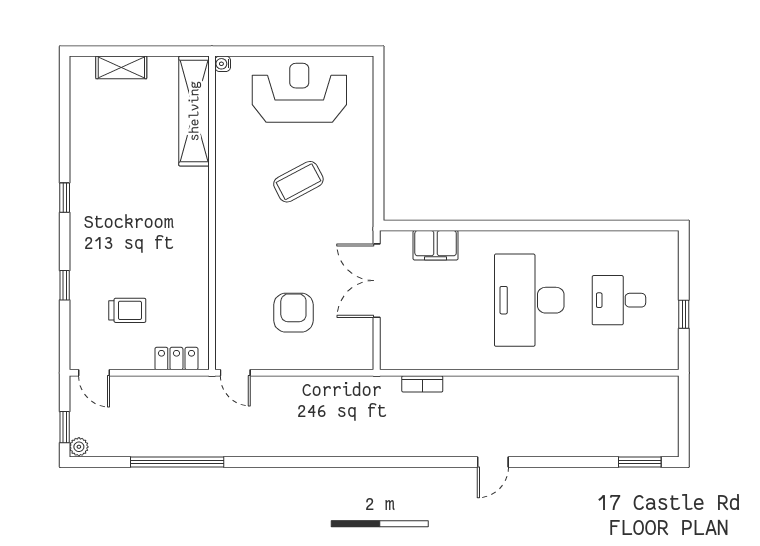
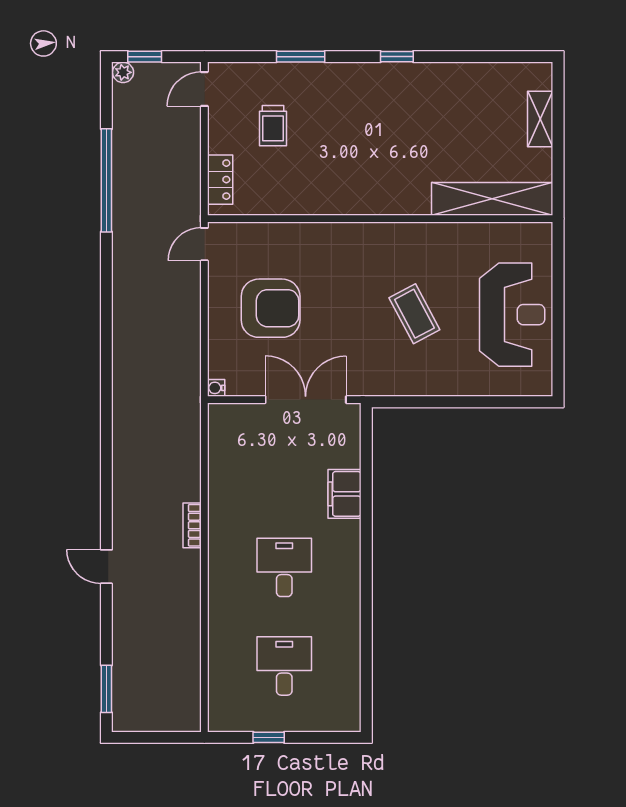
water cooler: (223, 64) -> (216, 388), moved, turned -90
filing cabinet: (436, 245) -> (345, 494), moved
window: (65, 285) -> (301, 57), width x1.50
desk: (529, 300) -> (284, 567), width x0.53, depth x0.77
armchair: (293, 313) -> (271, 308), width x1.36, depth x1.36
bookcase: (422, 384) -> (192, 525), moved
door: (493, 462) -> (106, 567), moved

